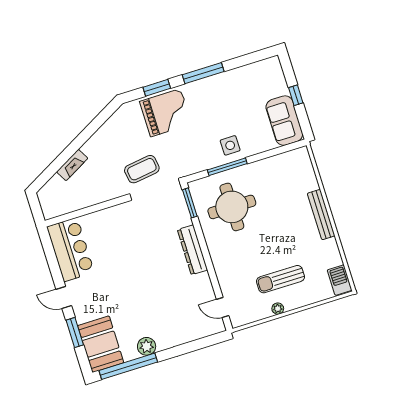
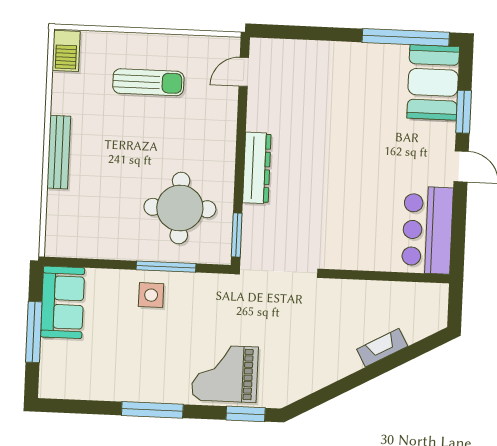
window: (157, 88) -> (246, 414), moved
window: (296, 95) -> (34, 332), width x2.17
coffee table: (142, 169) -> (287, 306), removed
door: (223, 307) -> (244, 72), swing flipped
plant: (278, 309) -> (167, 42), removed
plant: (147, 346) -> (370, 56), removed

